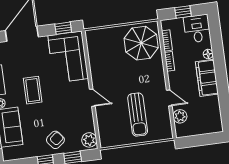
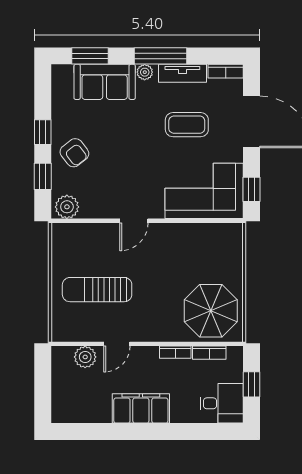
floor lamp: (208, 54) -> (179, 415), removed
coffee table: (33, 90) -> (187, 125), moved

